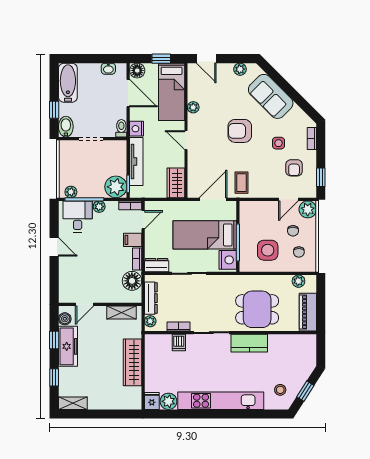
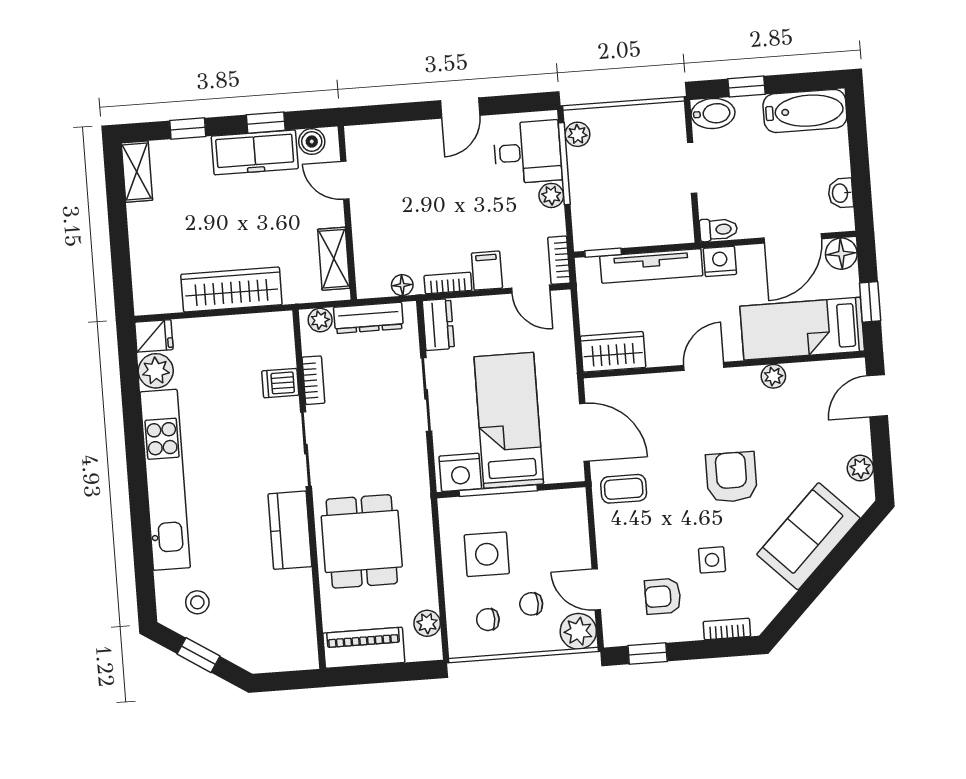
plant: (116, 187) -> (595, 227), removed
floor lamp: (132, 281) -> (402, 285), width x0.53, depth x0.53

